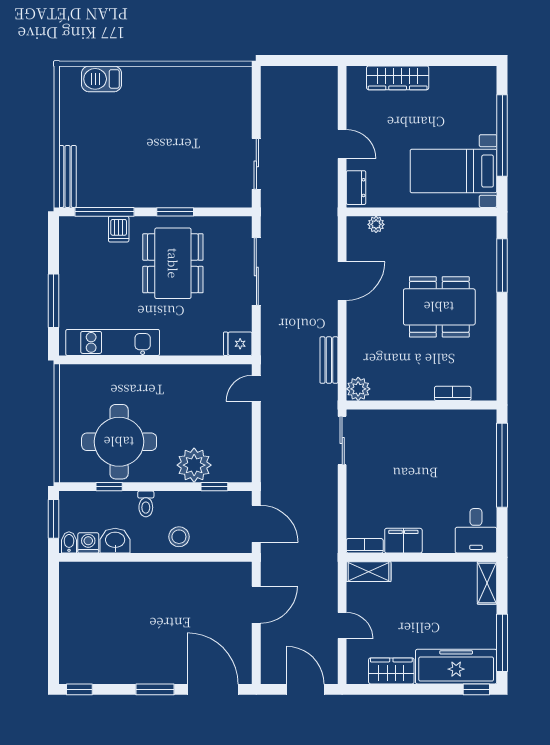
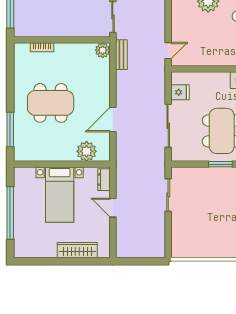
bed with nightstands: (453, 171) -> (60, 195), moved, turned 90
plant: (376, 224) -> (87, 151), width x1.87, depth x1.87
fridge: (238, 344) -> (180, 92), moved
bench: (329, 360) -> (121, 55), moved

